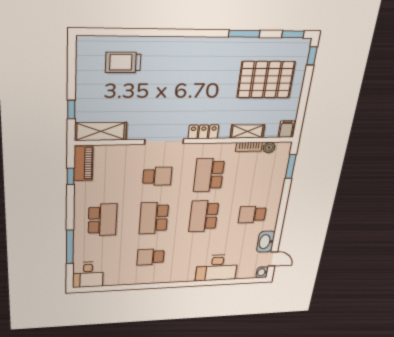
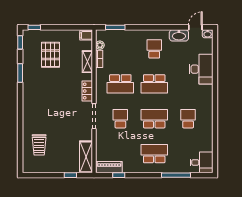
pallet: (266, 80) -> (50, 55), width x0.73, depth x0.71
school desk: (252, 214) -> (154, 49), turned 180
school desk: (154, 218) -> (154, 119), turned 180
school desk: (151, 257) -> (188, 119), turned 180

